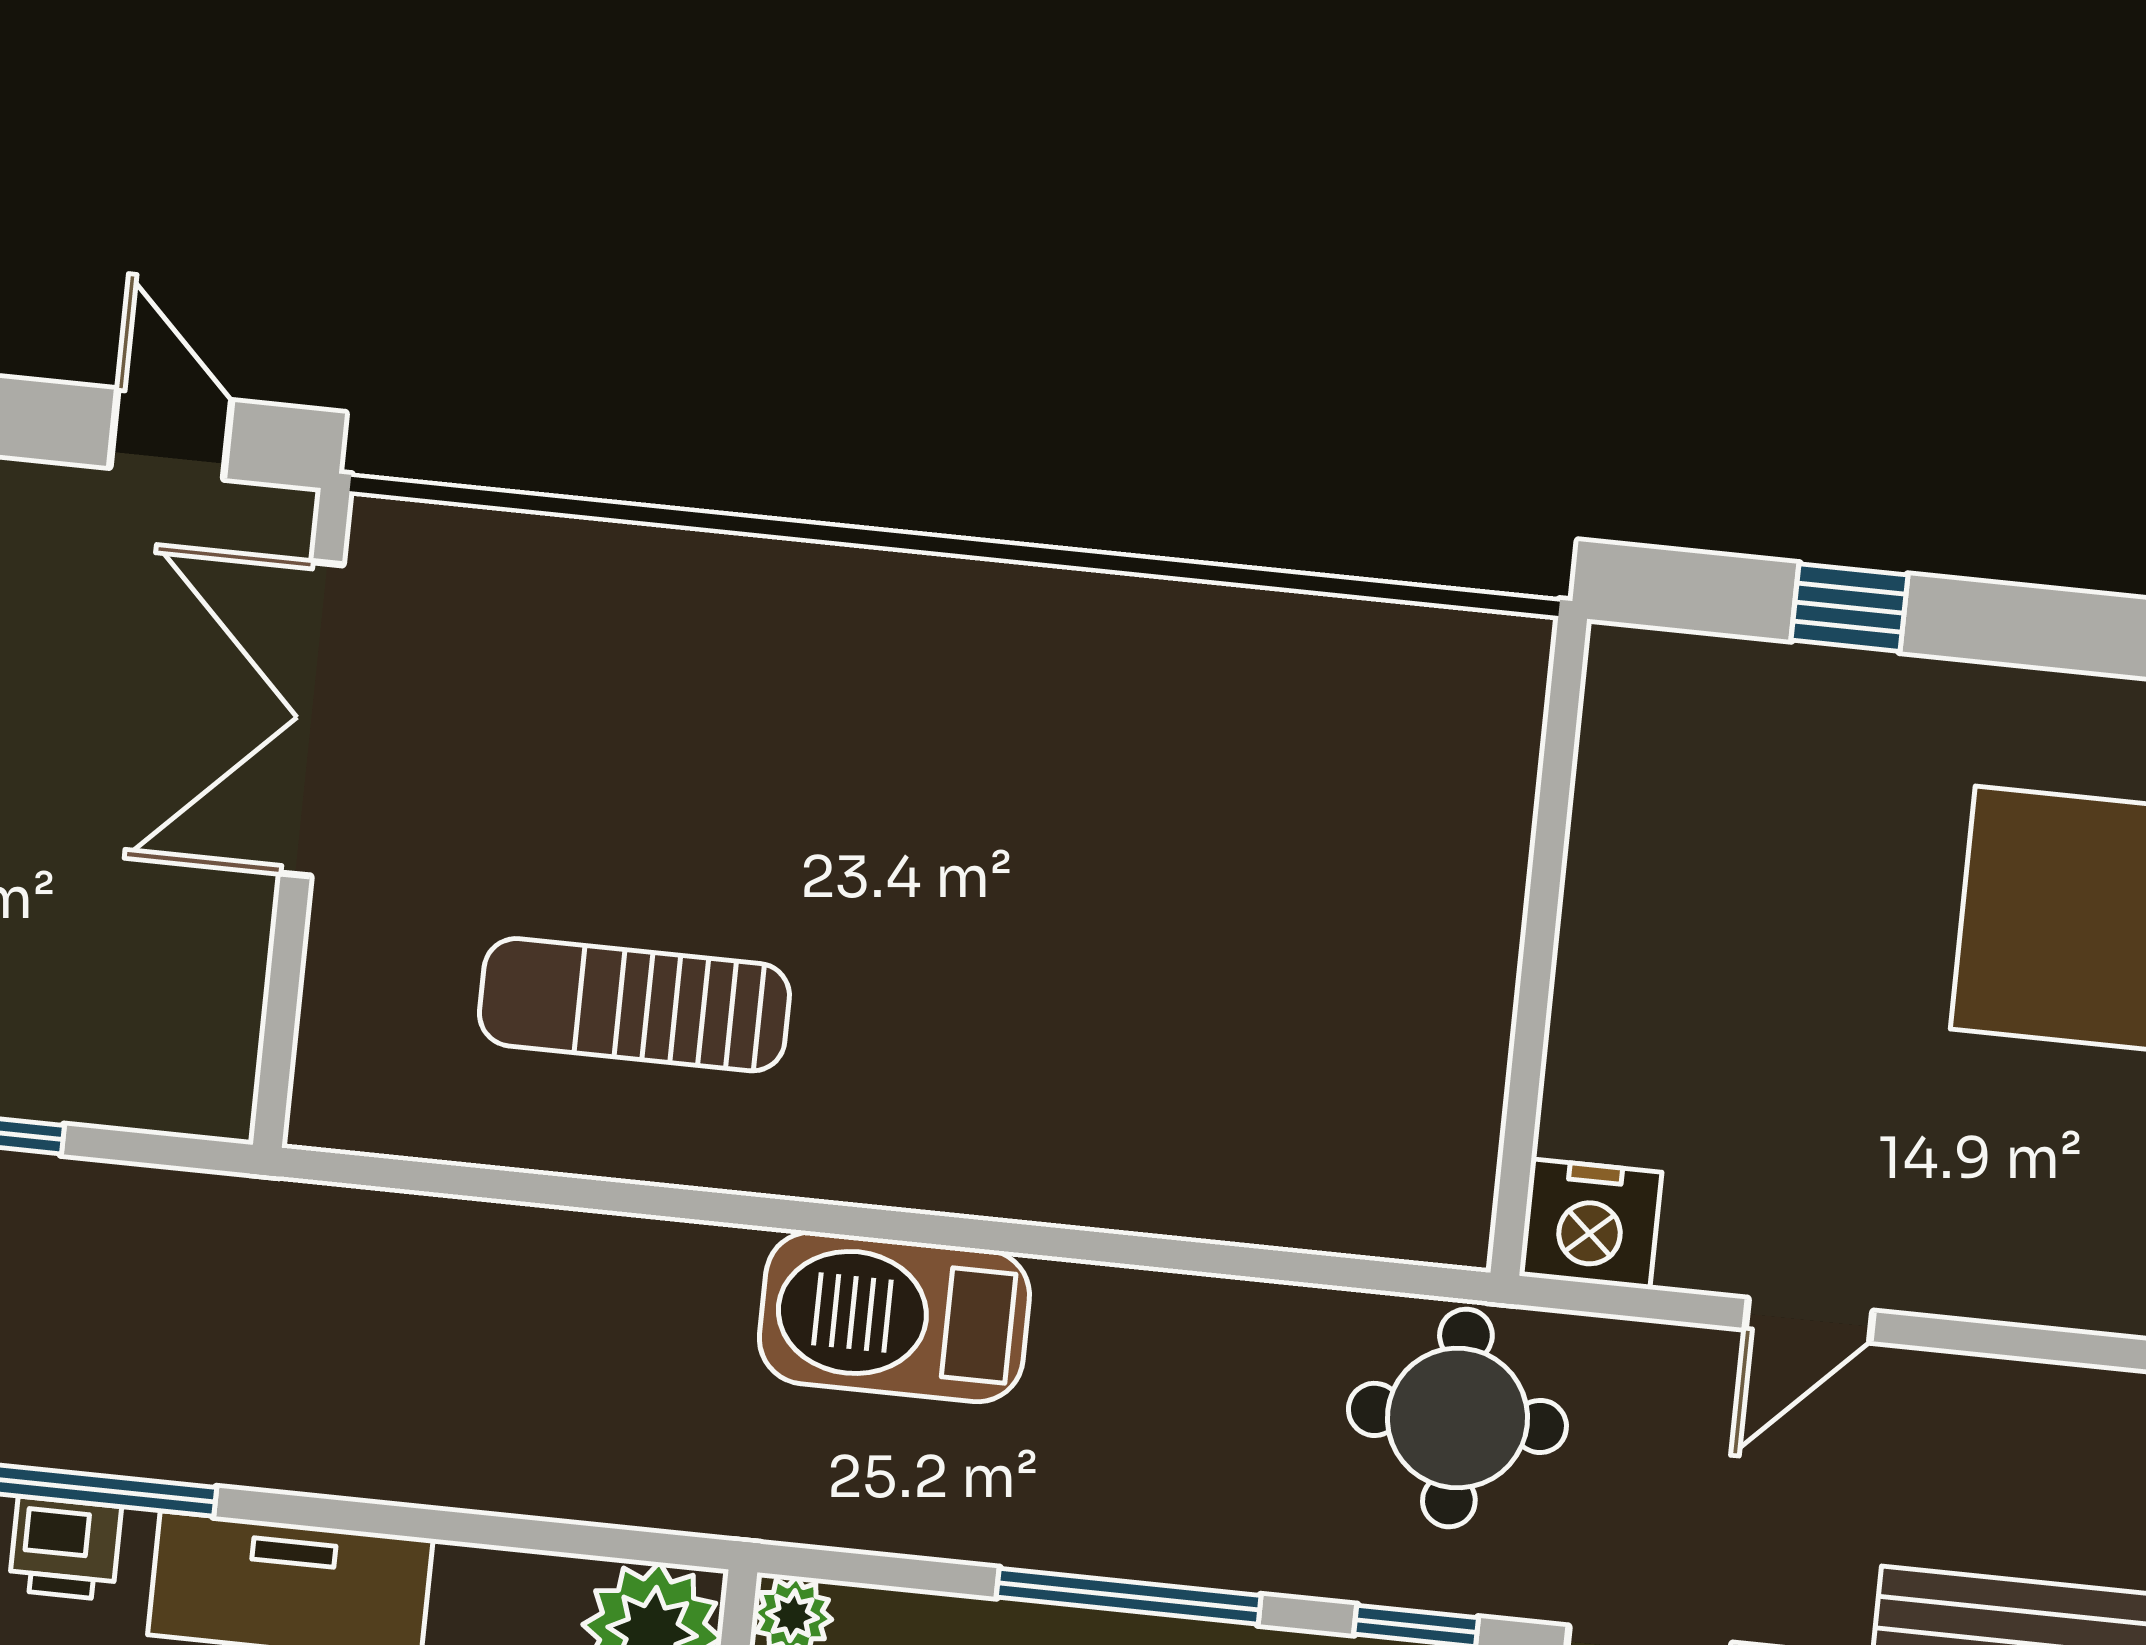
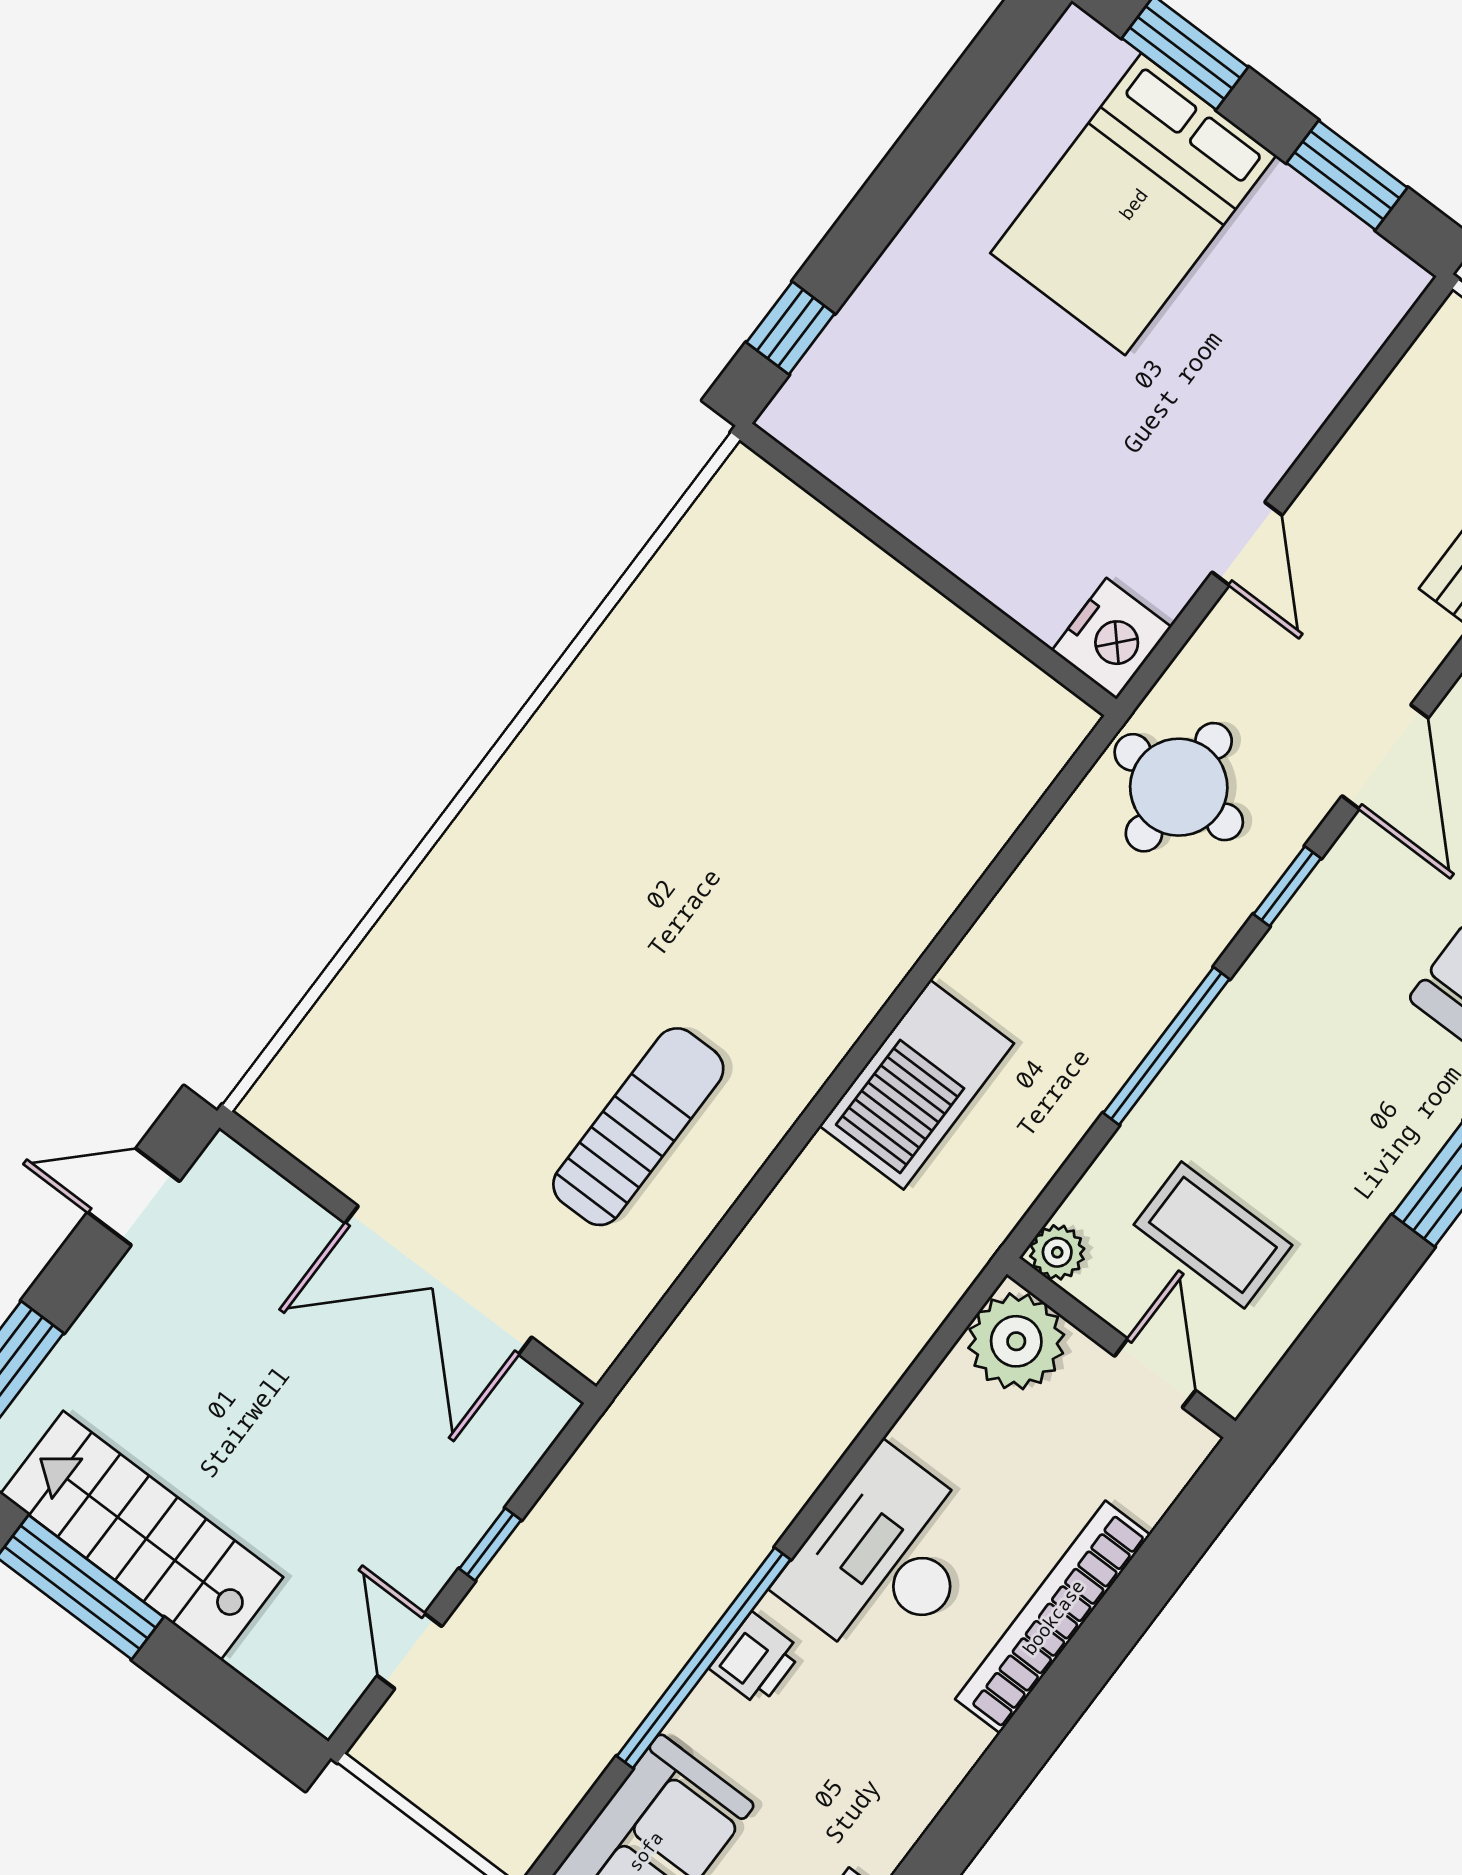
window: (1849, 608) -> (791, 328), moved
double door: (311, 719) -> (438, 1280), moved
sun lounger: (634, 1005) -> (638, 1127), turned 180

